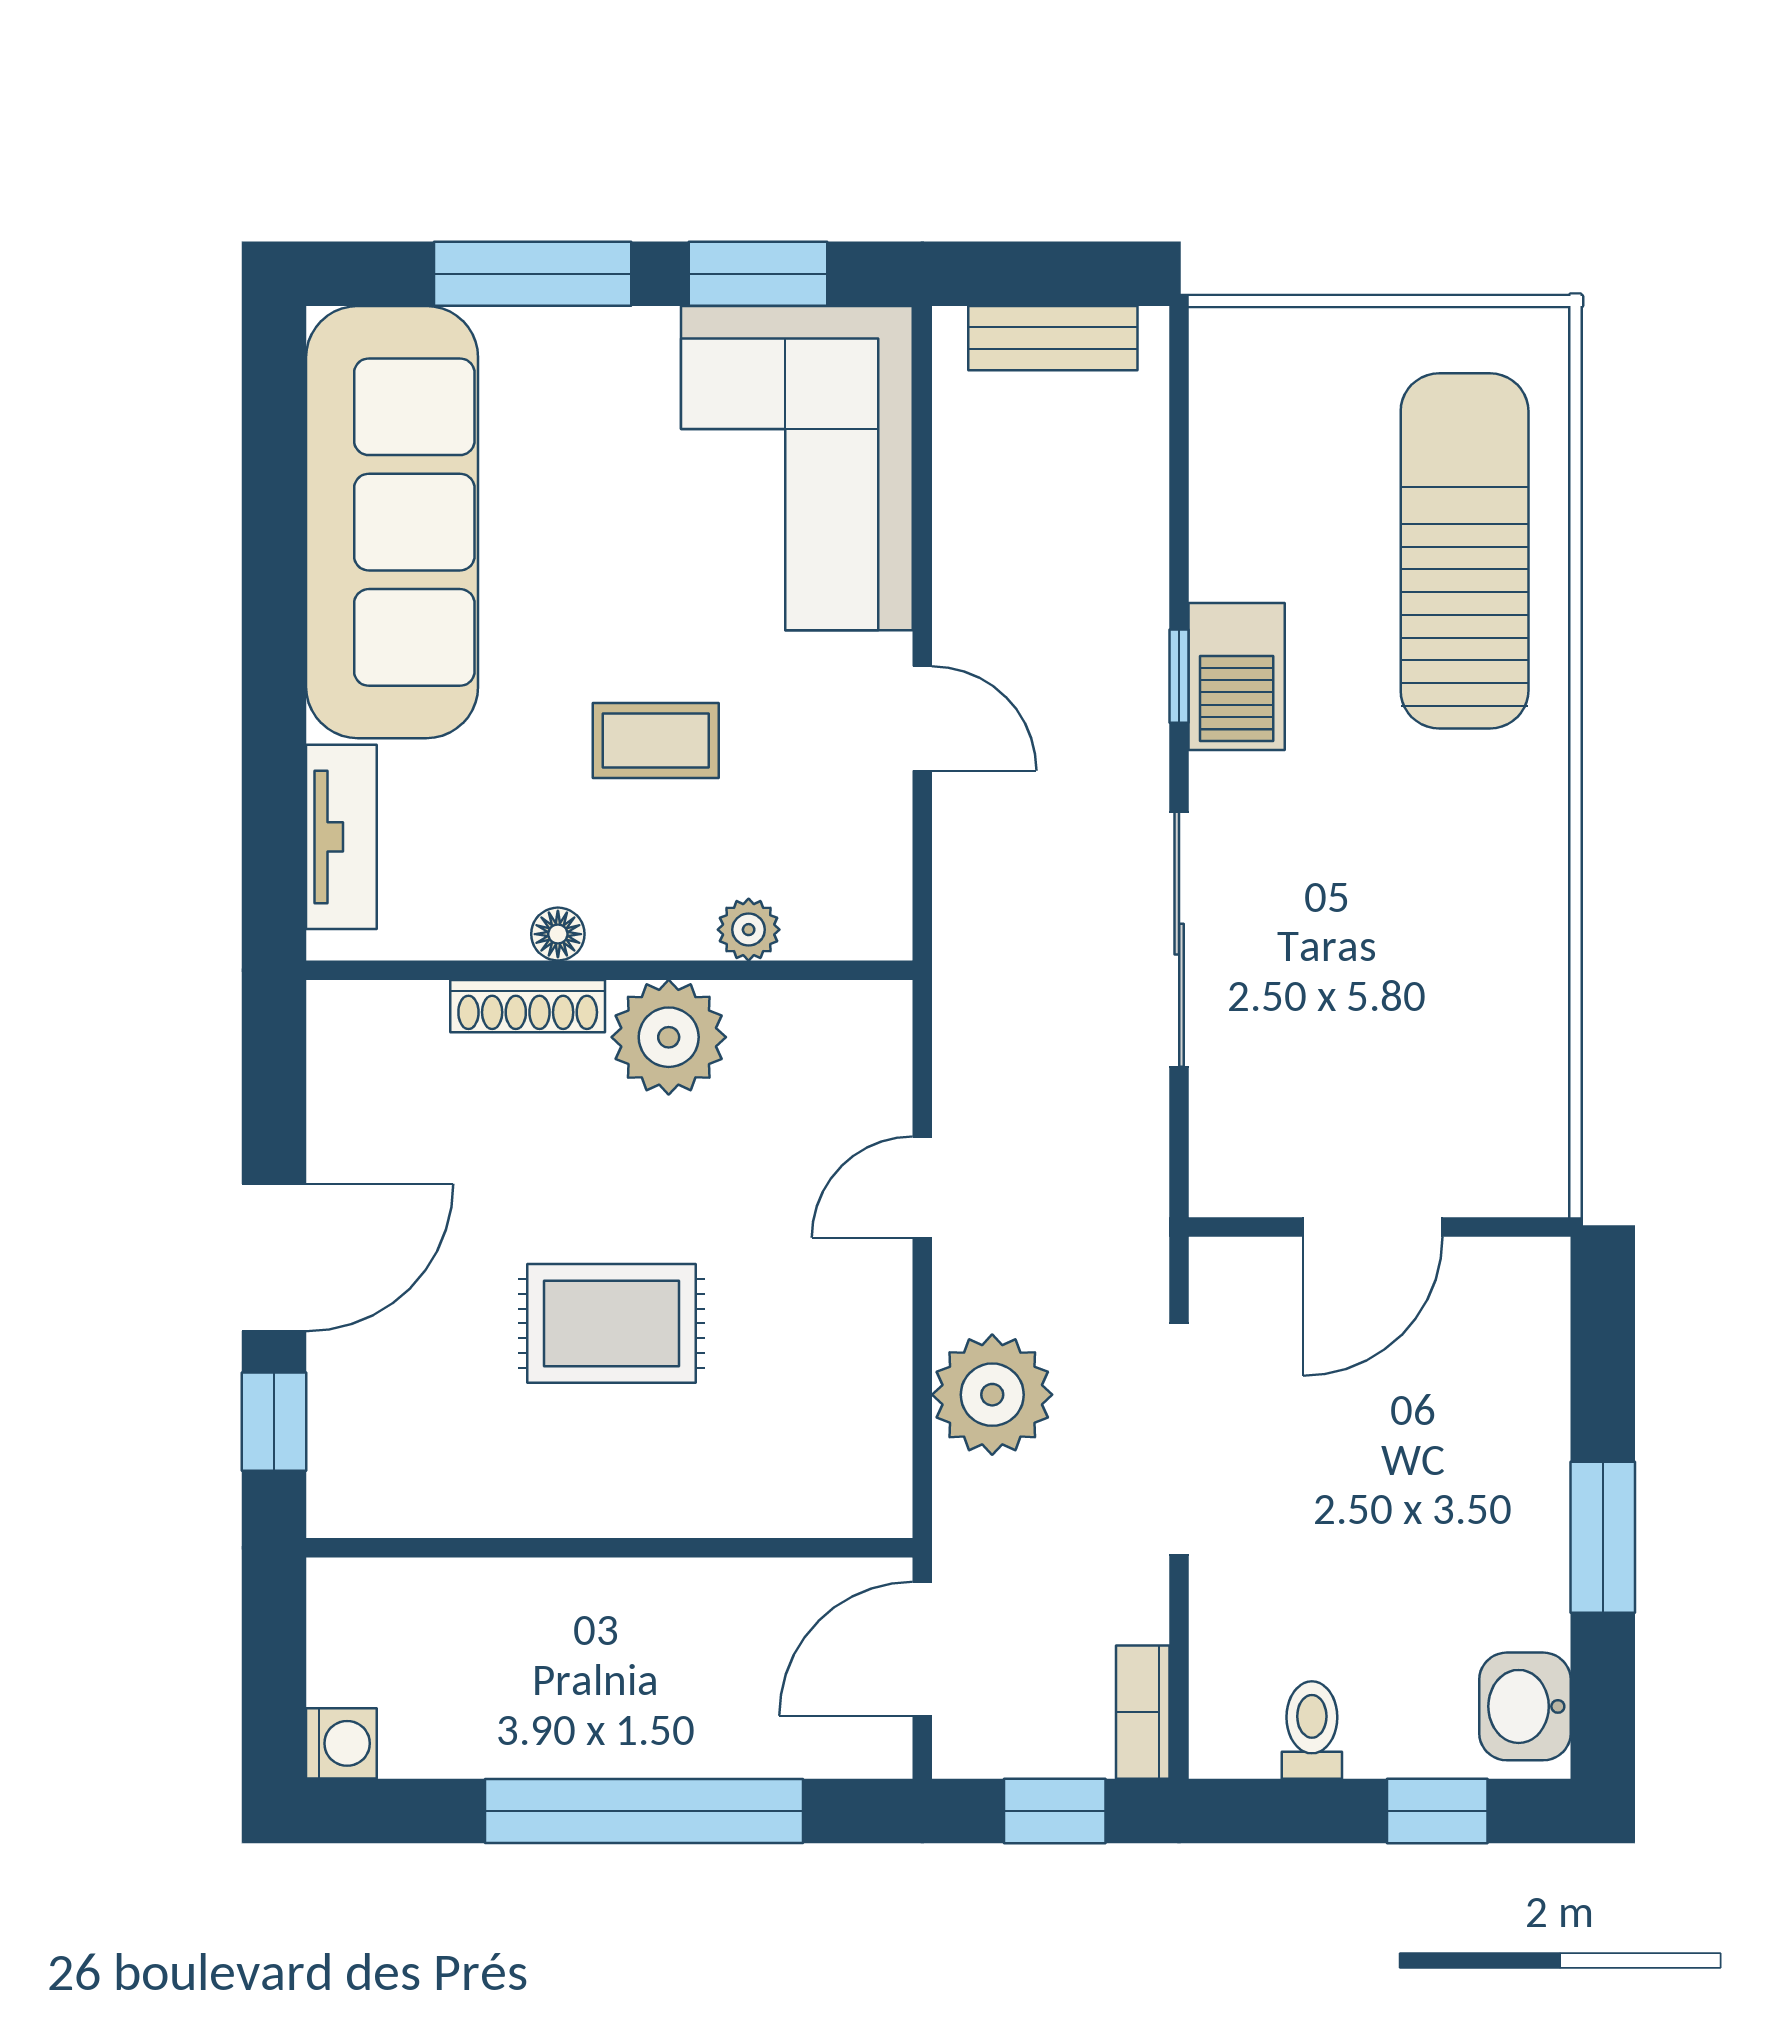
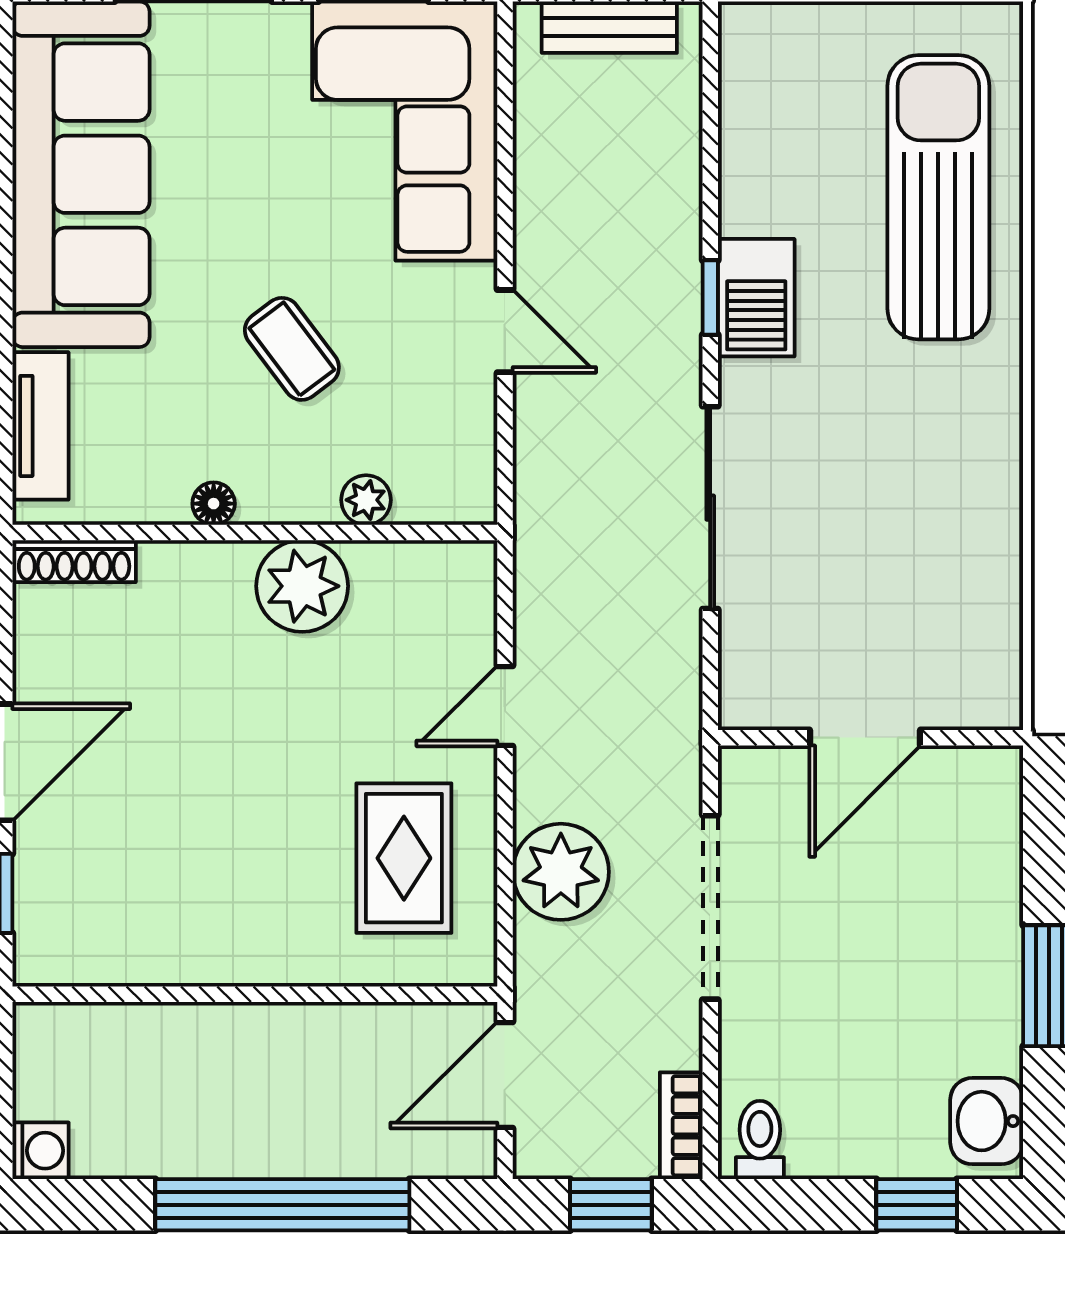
coffee table: (656, 741) -> (292, 349), turned 53
shoe rack: (528, 1006) -> (74, 561), moved
rug: (612, 1323) -> (404, 858), moved, turned 90
toilet: (1312, 1730) -> (760, 1140), moved

